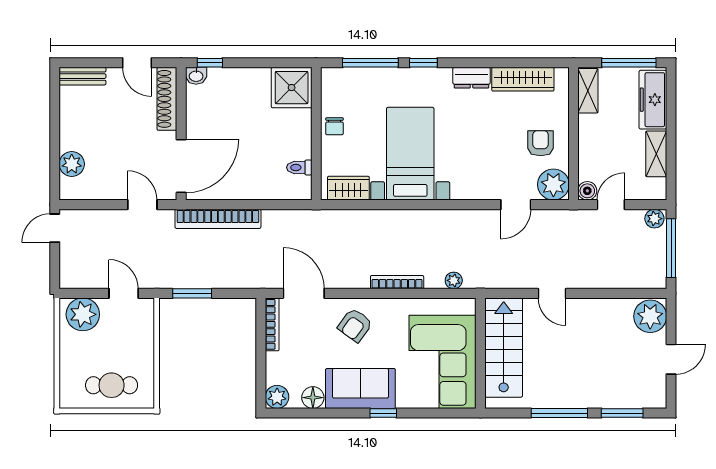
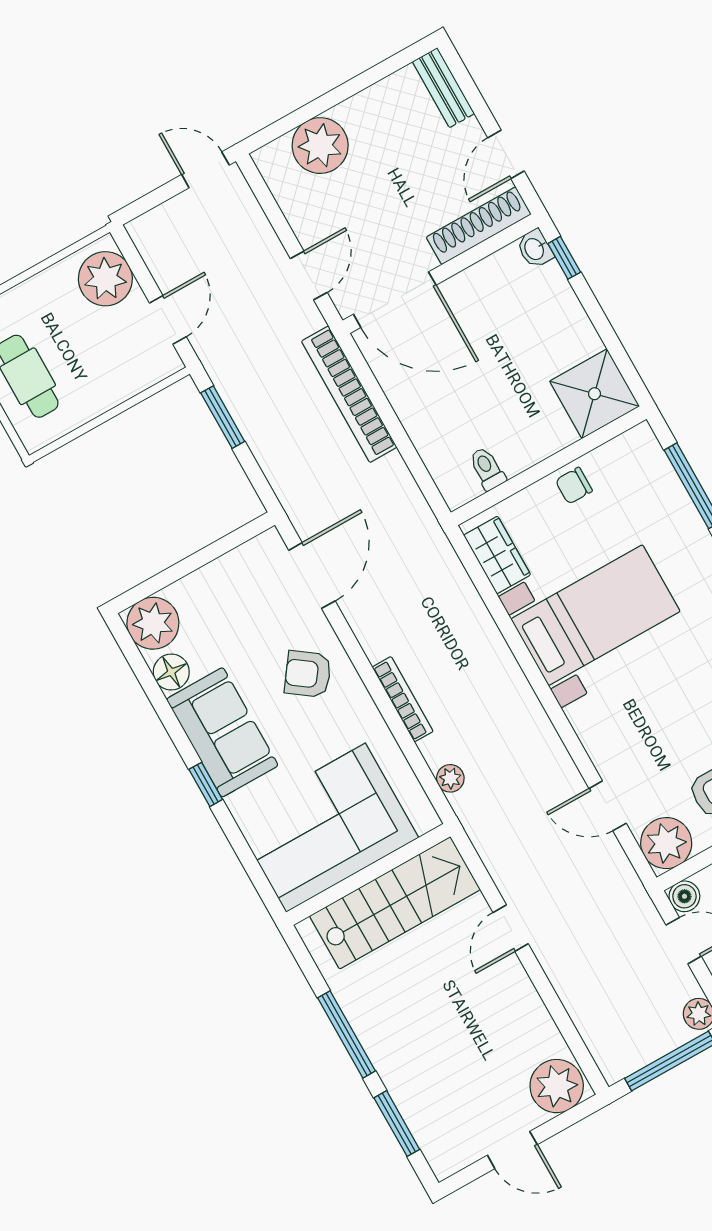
plant: (72, 164) -> (320, 146), width x1.36, depth x1.36
bookcase: (272, 324) -> (243, 556), removed
plant: (277, 397) -> (153, 623), width x1.36, depth x1.36

